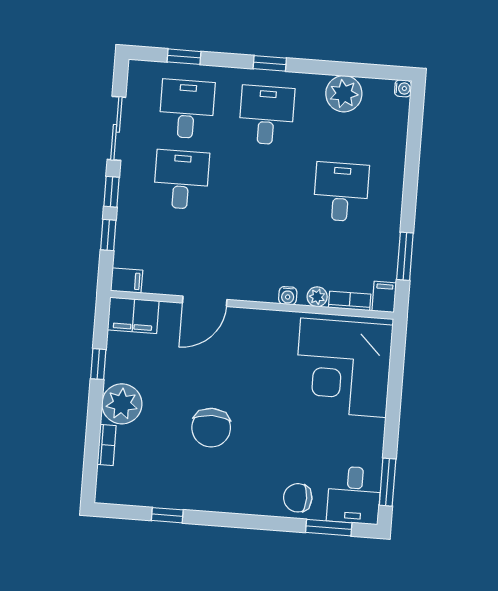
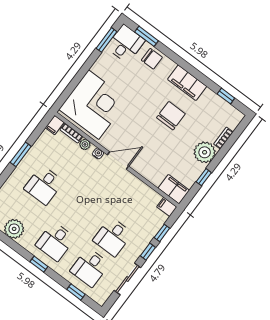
window: (405, 256) -> (21, 154), moved
door: (205, 301) -> (118, 160), moved
filing cabinet: (219, 495) -> (187, 83), added
window: (167, 515) -> (226, 96), moved

